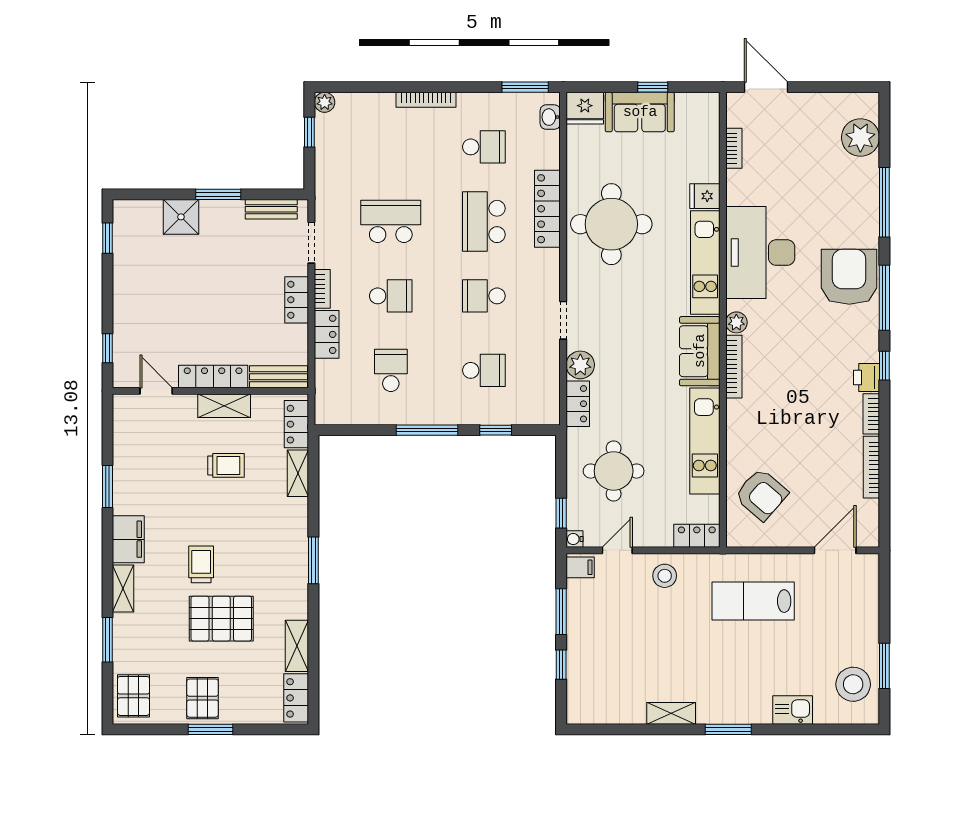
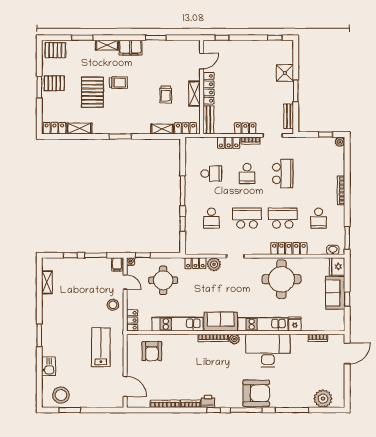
school desk: (484, 296) -> (247, 218), width x1.85
armchair: (761, 494) -> (152, 351), turned -41
shelving: (671, 713) -> (47, 282), moved

